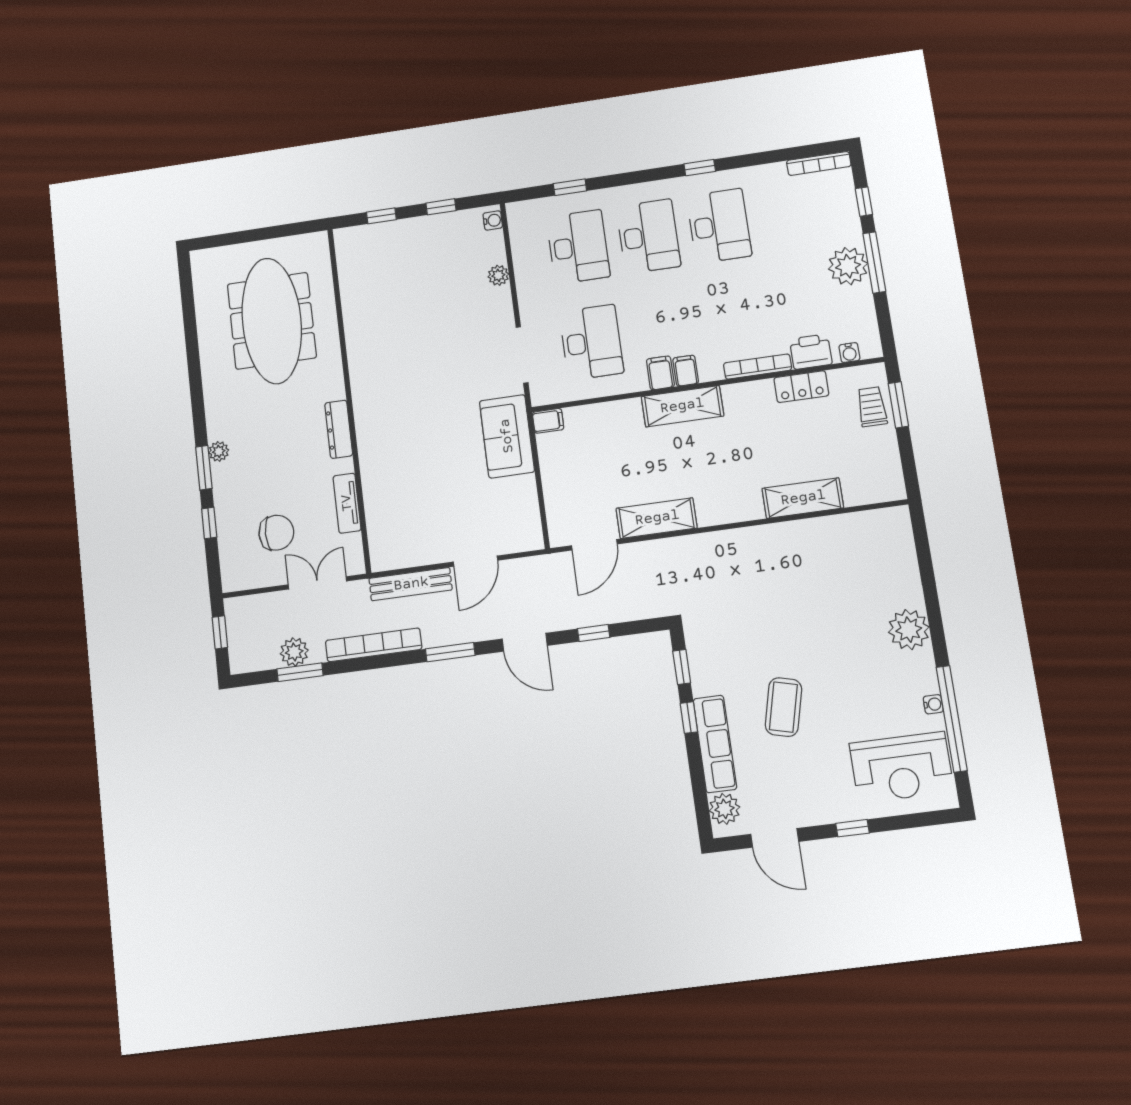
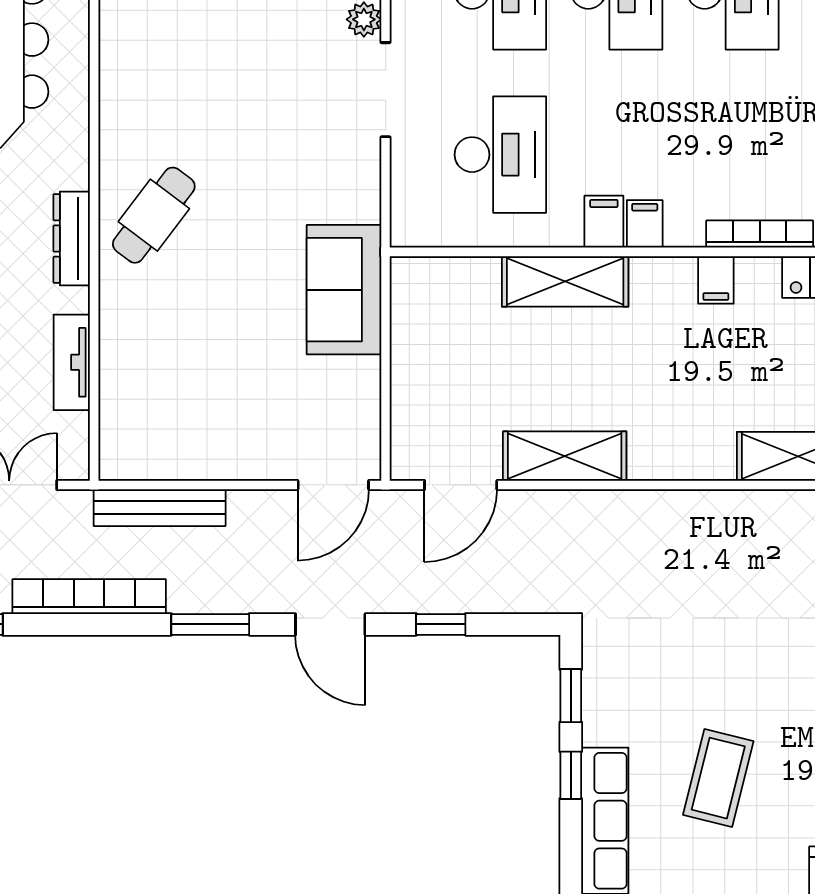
doorway: (522, 355) -> (386, 90), moved
shelving: (682, 406) -> (565, 281), moved
cafe table: (386, 408) -> (154, 215), added
filing cabinet: (548, 421) -> (716, 280), moved, turned 90
door: (475, 561) -> (333, 485), moved

